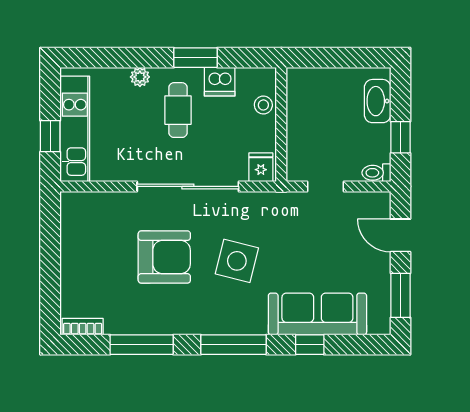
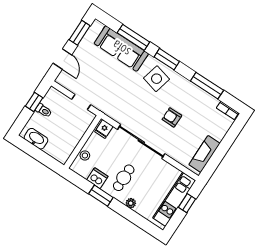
washbasin: (378, 101) -> (36, 139), moved, turned -90
toilet: (376, 173) -> (44, 111), moved
fireplace: (74, 233) -> (204, 154), added
armchair: (164, 257) -> (172, 117), width x0.53, depth x0.53
side table: (237, 261) -> (157, 79), moved
window: (234, 345) -> (167, 59), width x0.69
window: (310, 345) -> (133, 37), width x2.17

